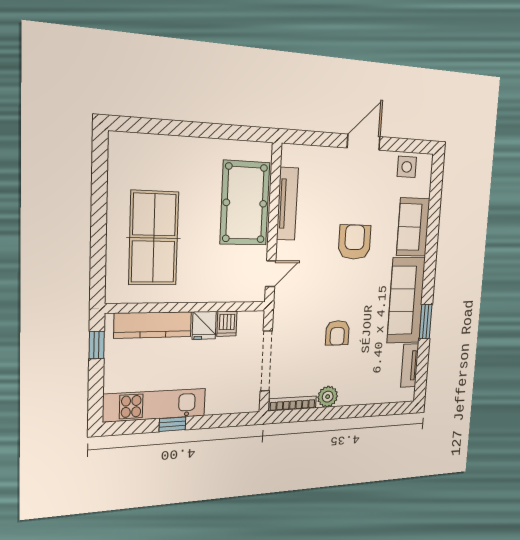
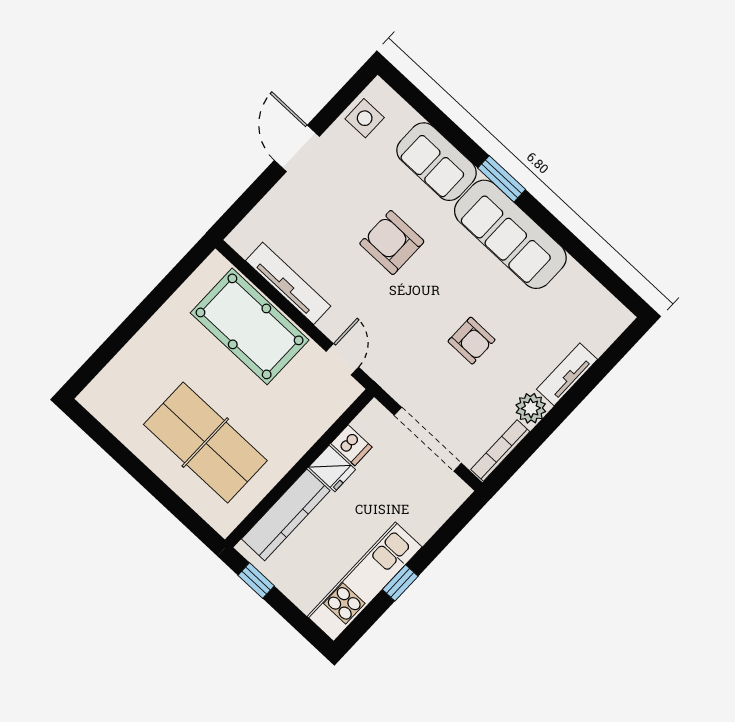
window: (426, 322) -> (502, 179), moved
tv unit: (410, 366) -> (567, 374), moved, turned 90

